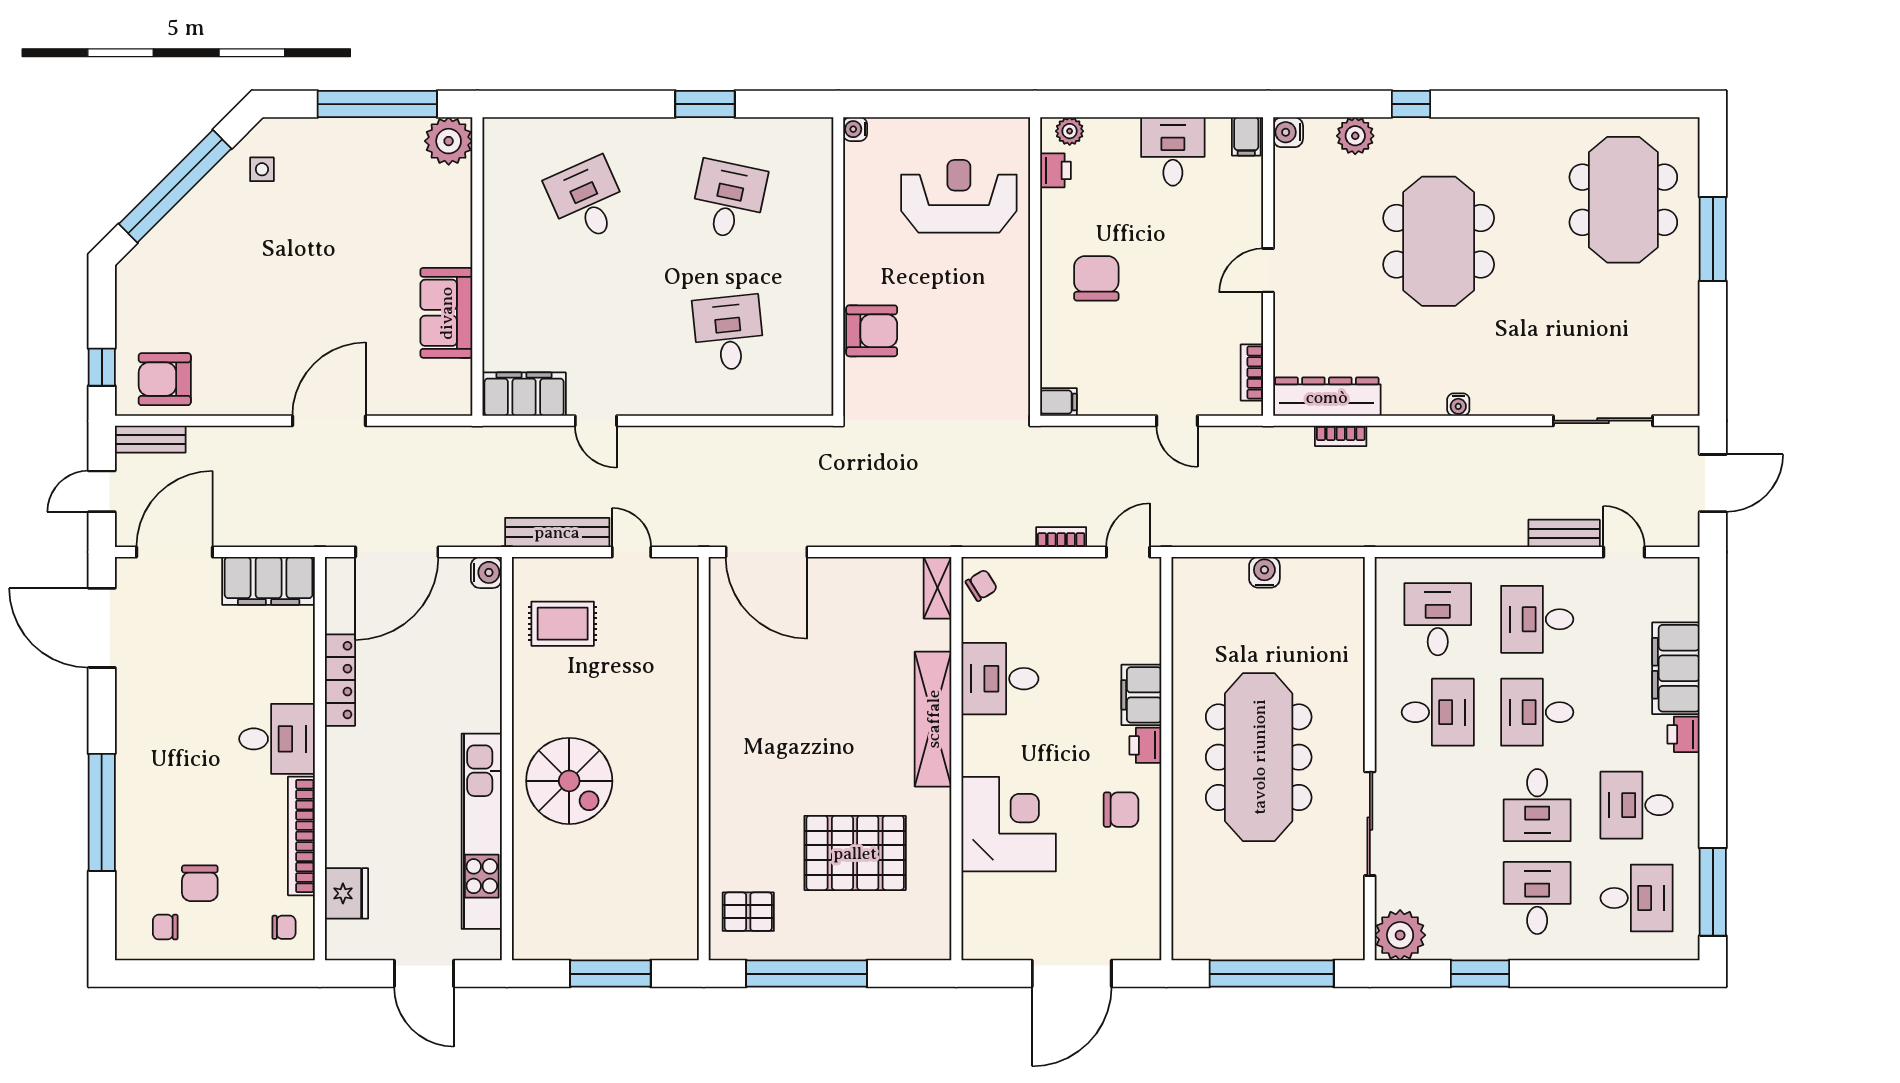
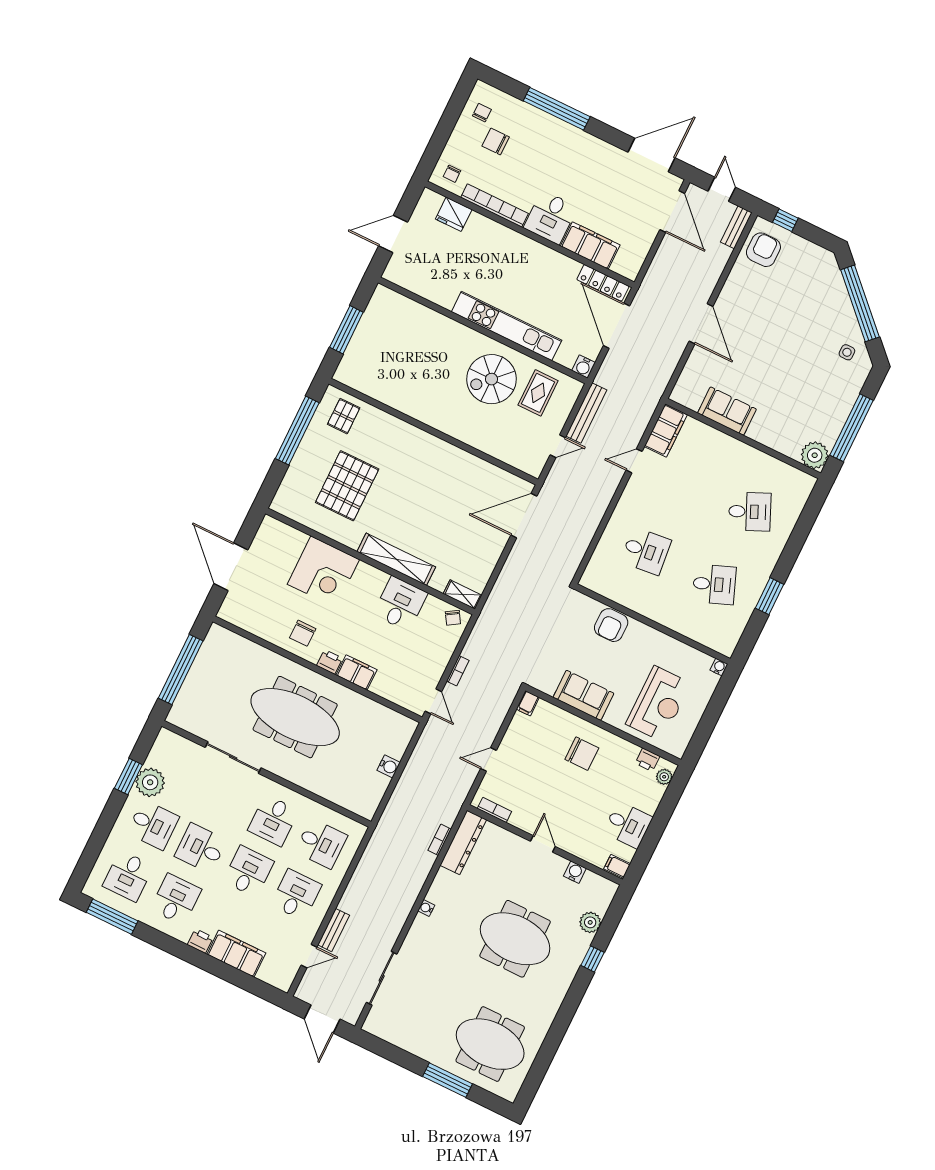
water cooler: (1288, 132) -> (575, 872), moved
desk: (729, 200) -> (714, 584), turned -33
sofa: (1003, 321) -> (583, 695), added
filing cabinet: (269, 581) -> (590, 245), moved, turned 90
locker: (340, 680) -> (603, 283), moved
spiral stairs: (569, 781) -> (491, 379), moved
kitchen unit: (482, 831) -> (507, 326), moved
plant: (1400, 935) -> (150, 782), moved

